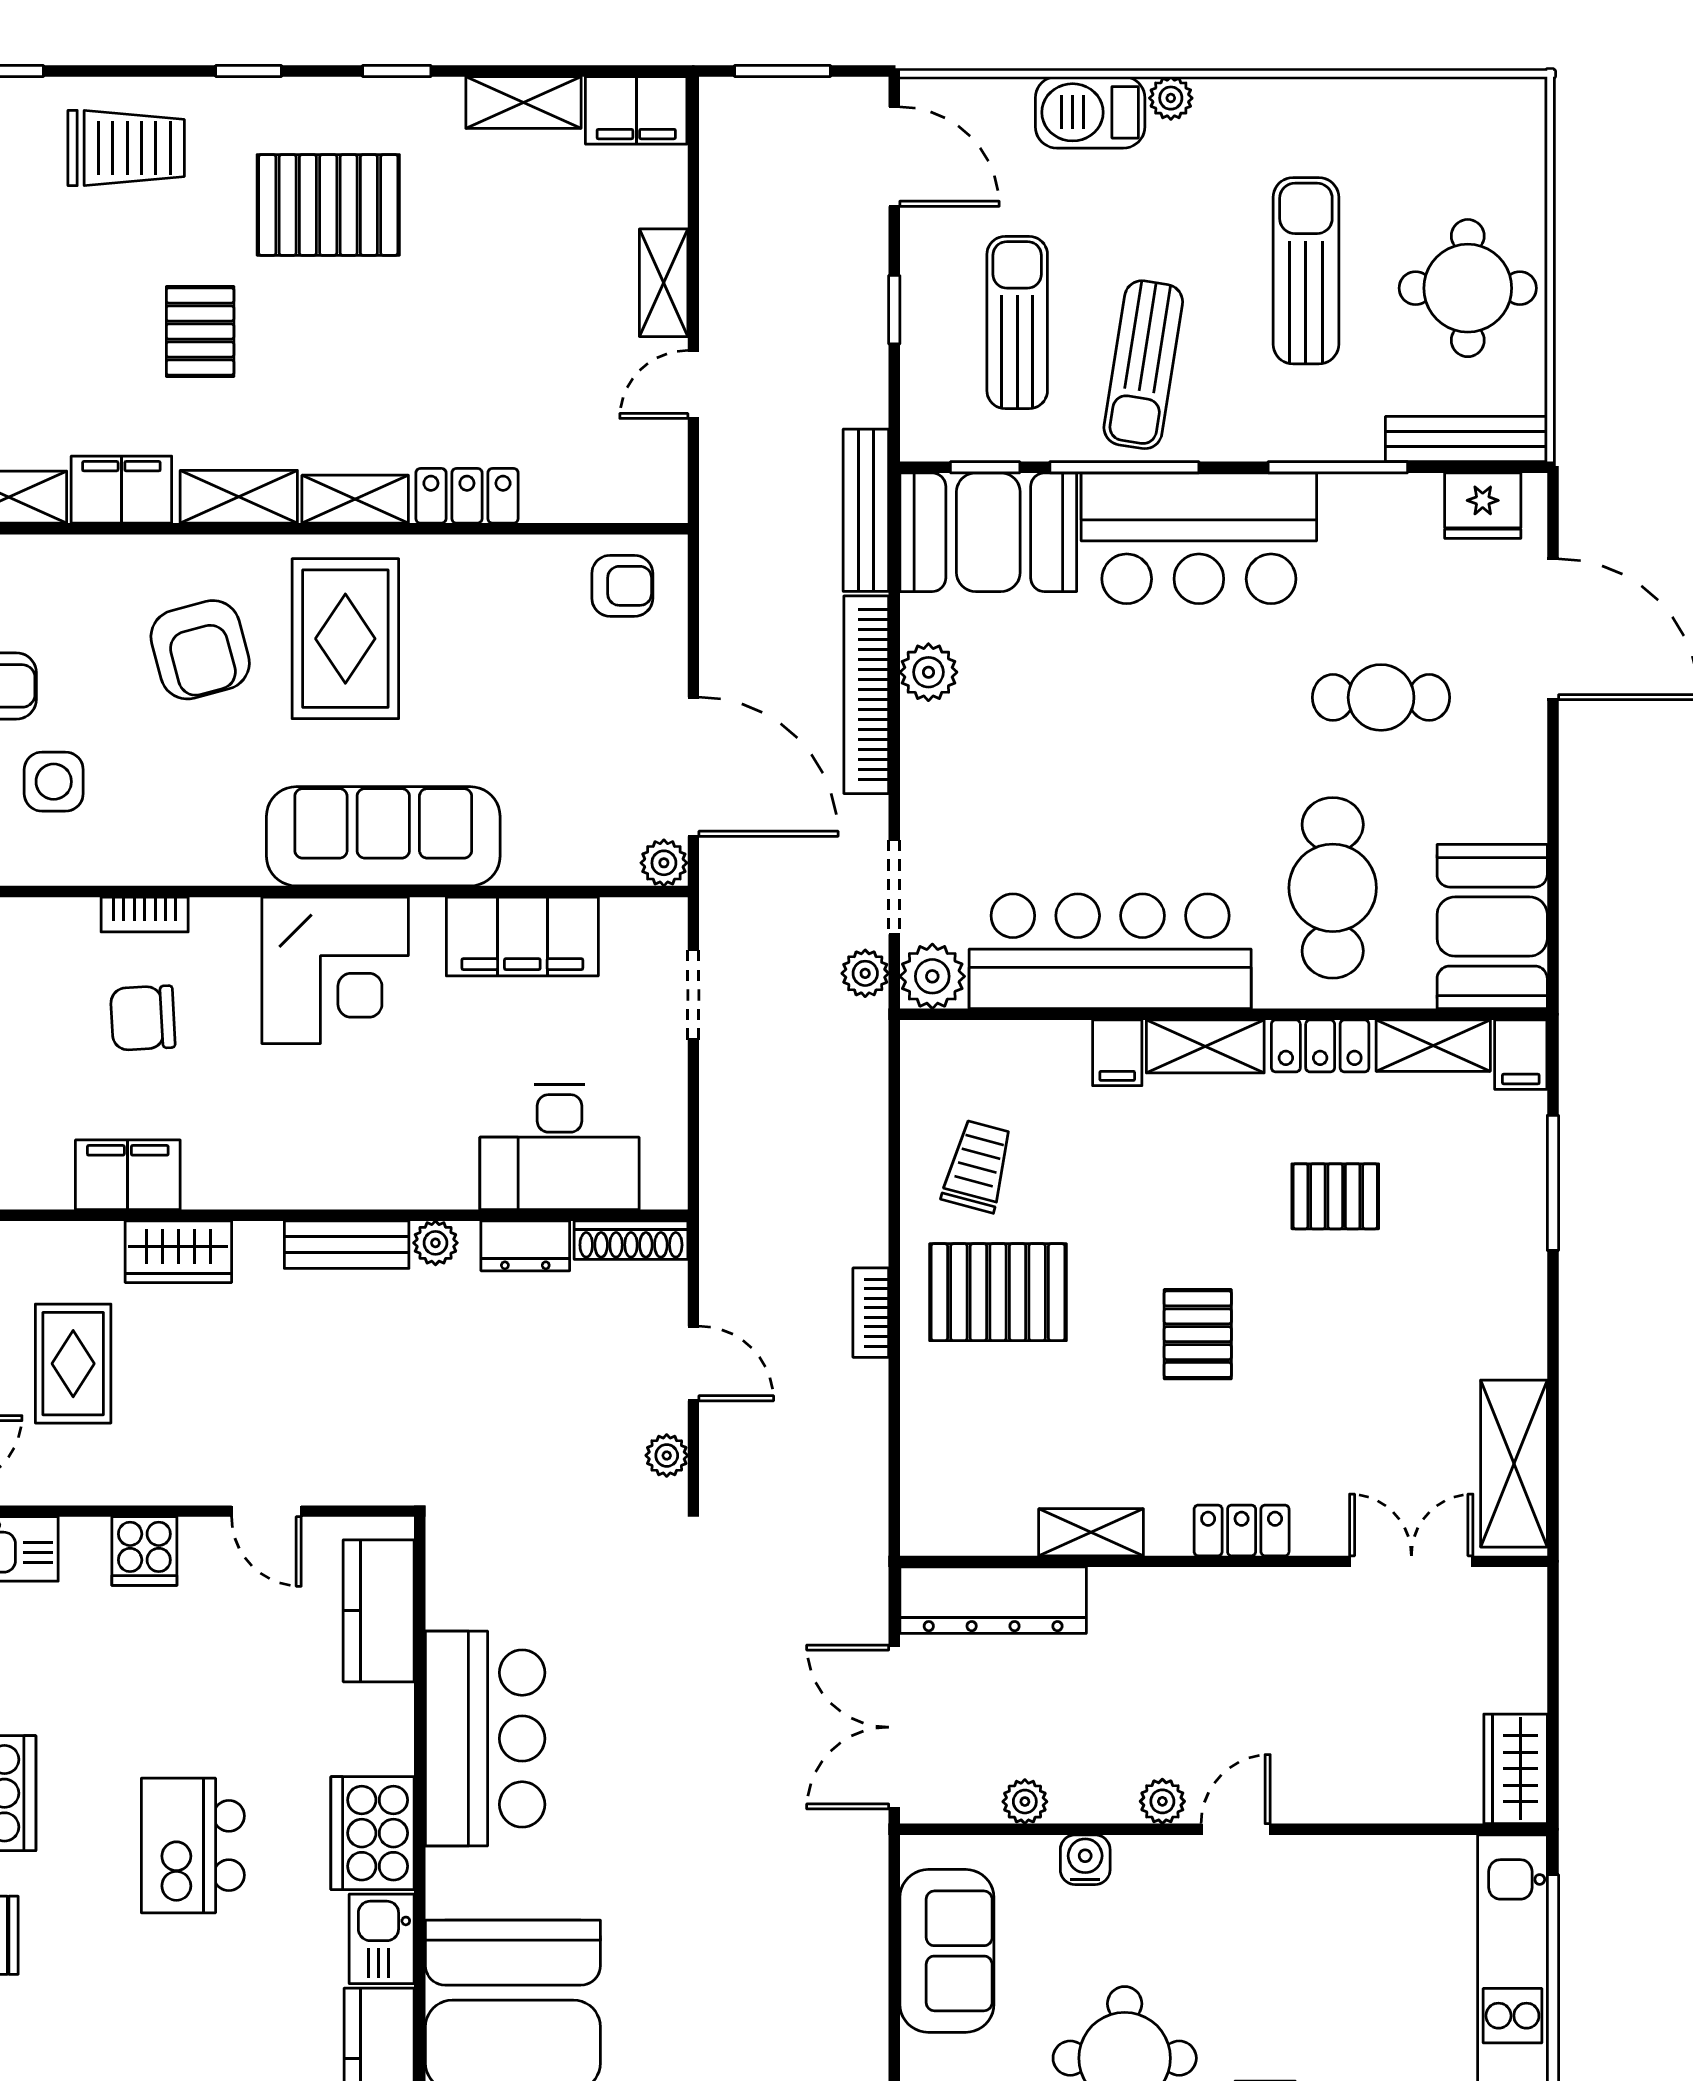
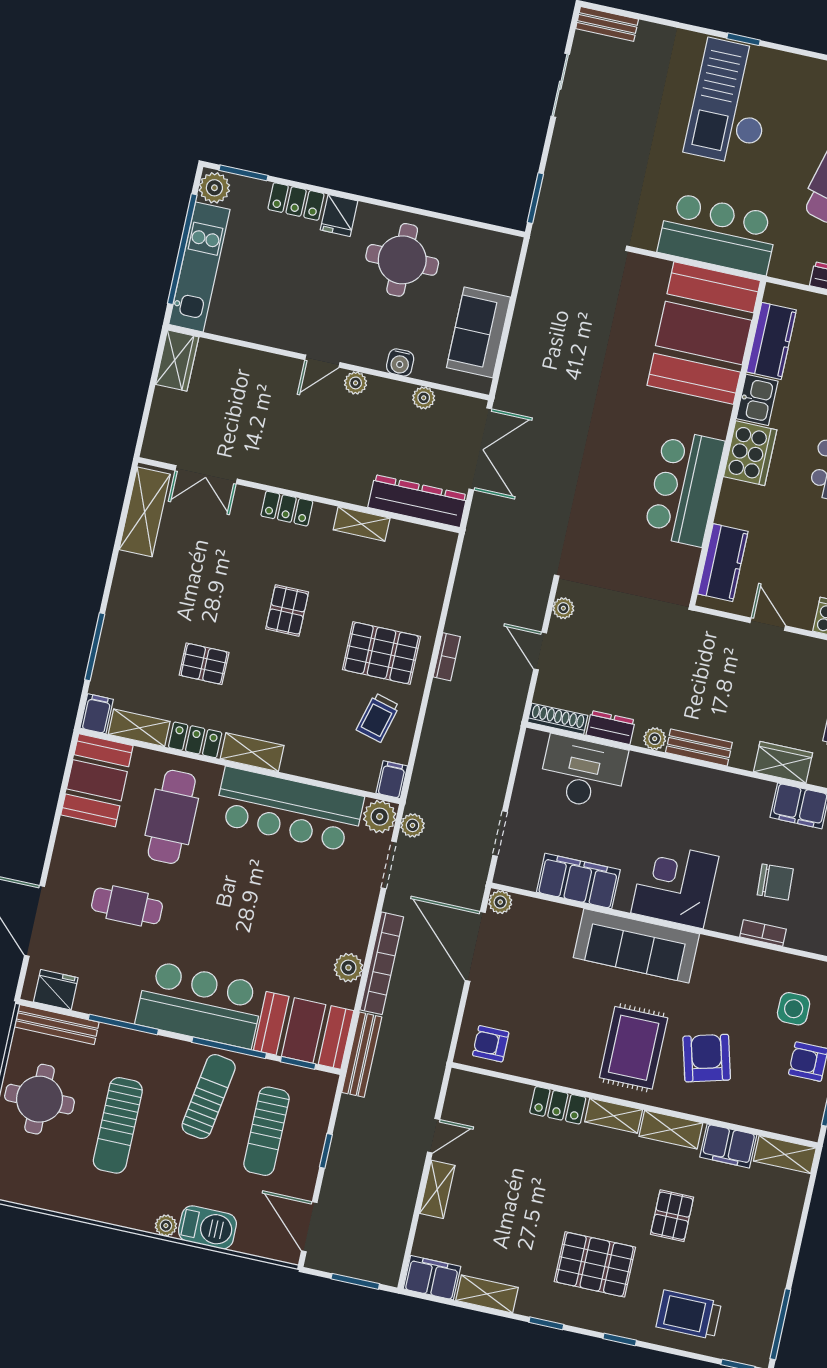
filing cabinet: (1117, 1053) -> (392, 780), moved

